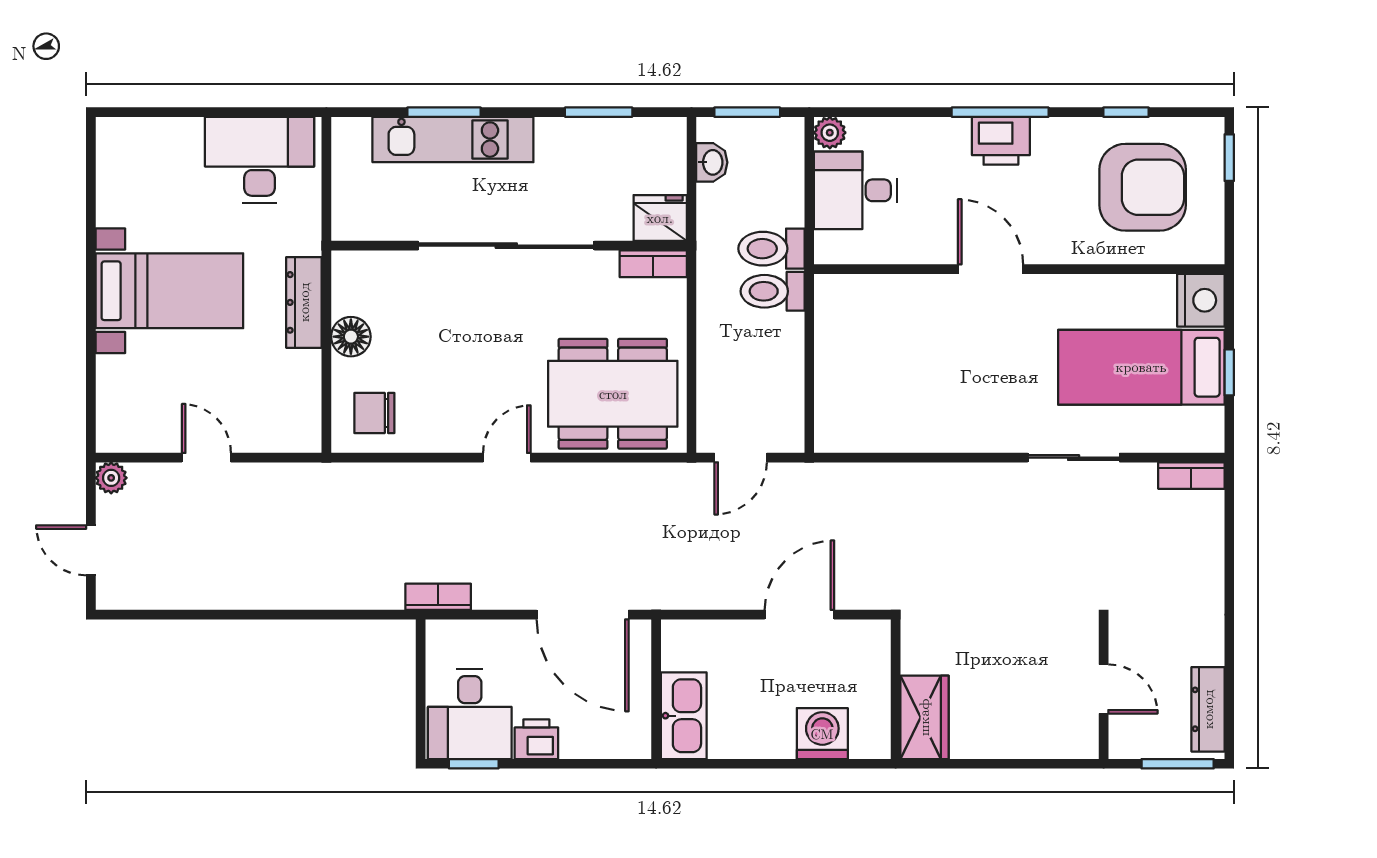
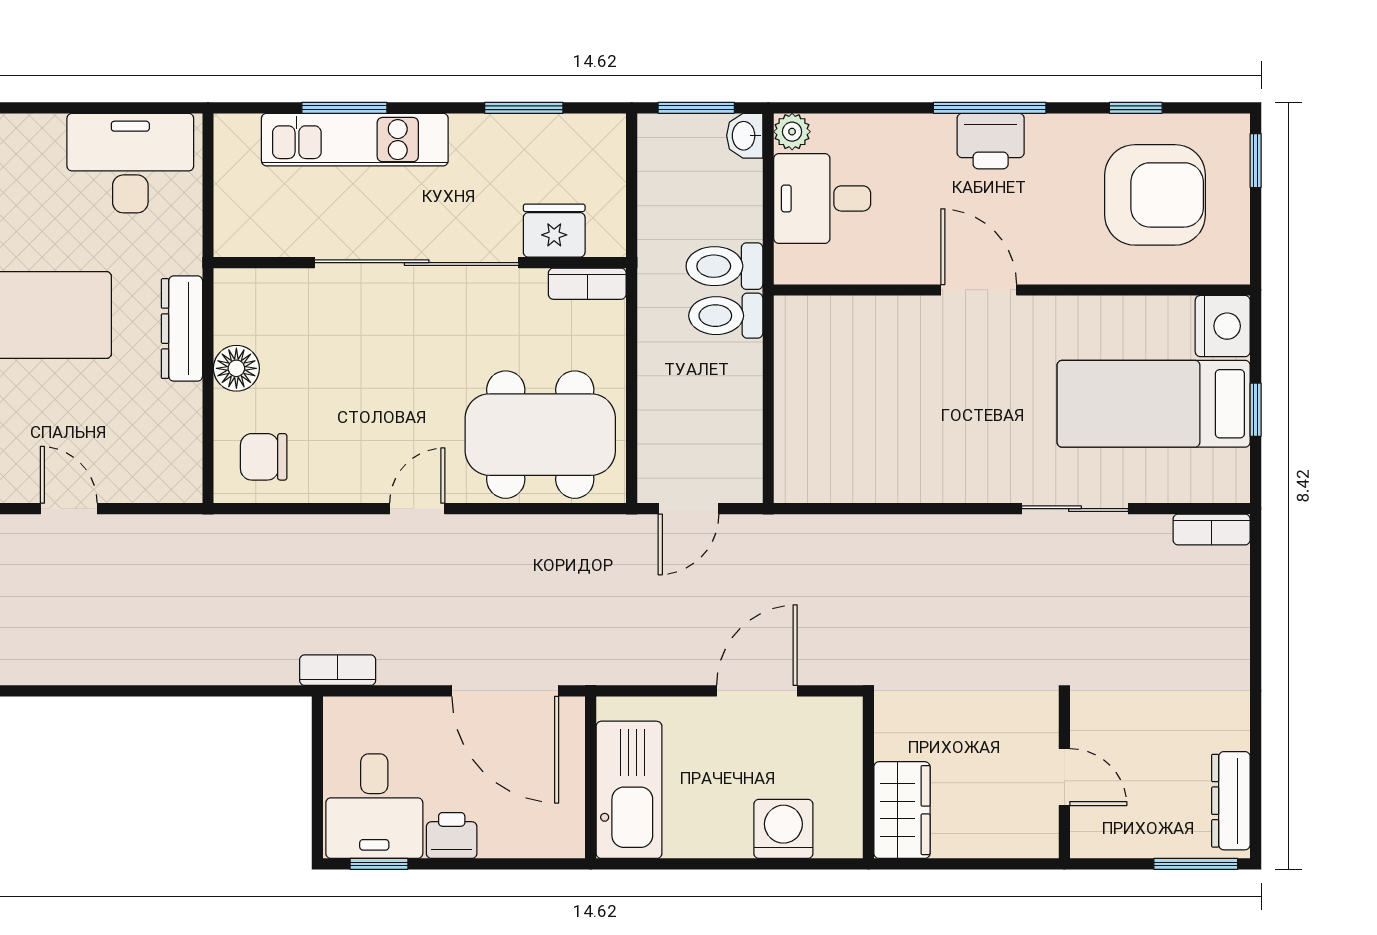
washbasin: (712, 162) -> (745, 136), moved, turned 180
fridge: (660, 218) -> (554, 231), moved
door: (1104, 689) -> (1064, 777), moved
wall: (1104, 689) -> (1064, 777), moved
kitchen sink: (684, 716) -> (629, 790), width x1.36, depth x1.24

